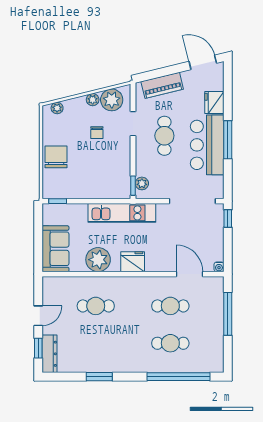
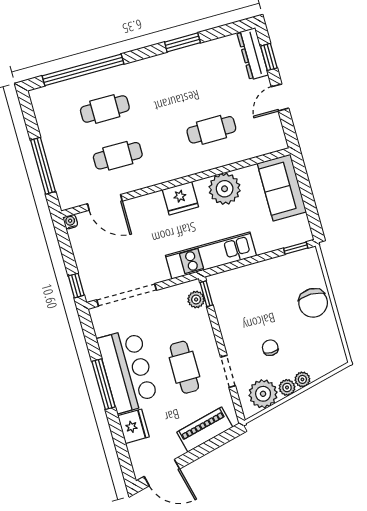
plant: (57, 108) -> (302, 379), moved

